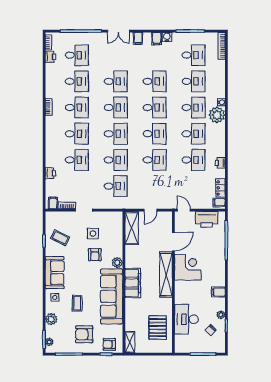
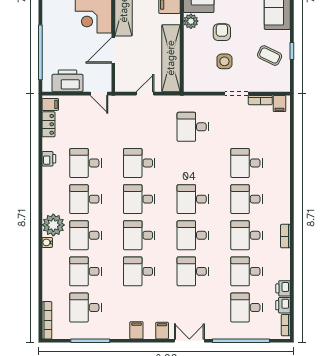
water cooler: (167, 37) -> (122, 333), removed
desk: (116, 160) -> (193, 163), removed
printer: (50, 173) -> (283, 288), moved
shelving: (132, 228) -> (171, 58), width x1.47

